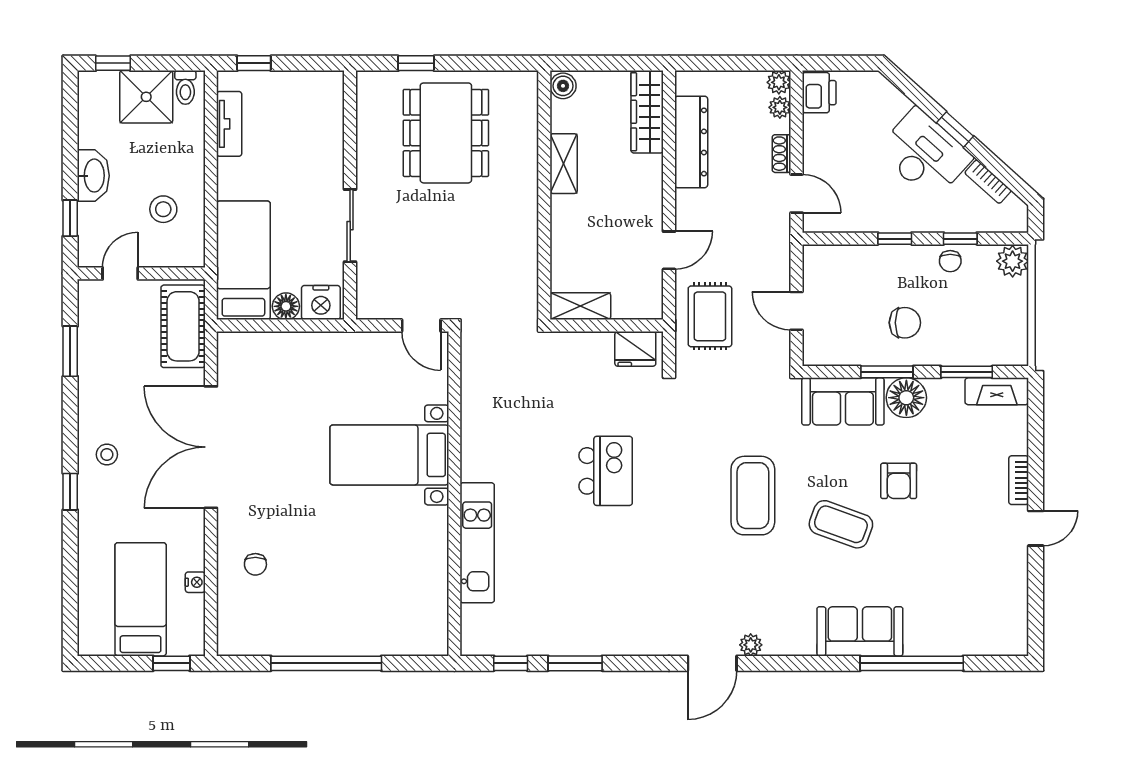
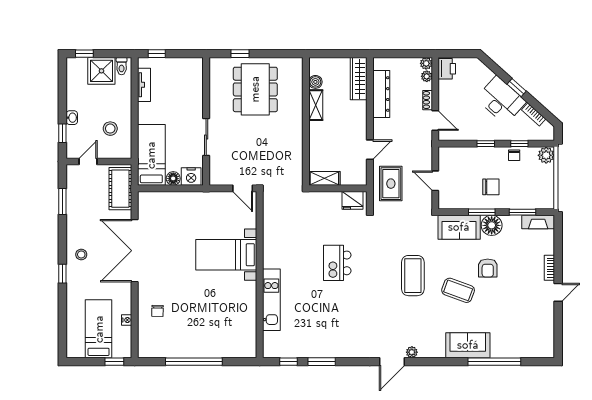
boiler: (563, 86) -> (315, 82), moved
washbasin: (93, 176) -> (72, 118), width x0.52, depth x0.69
kitchen island: (606, 471) -> (337, 263), turned 180

